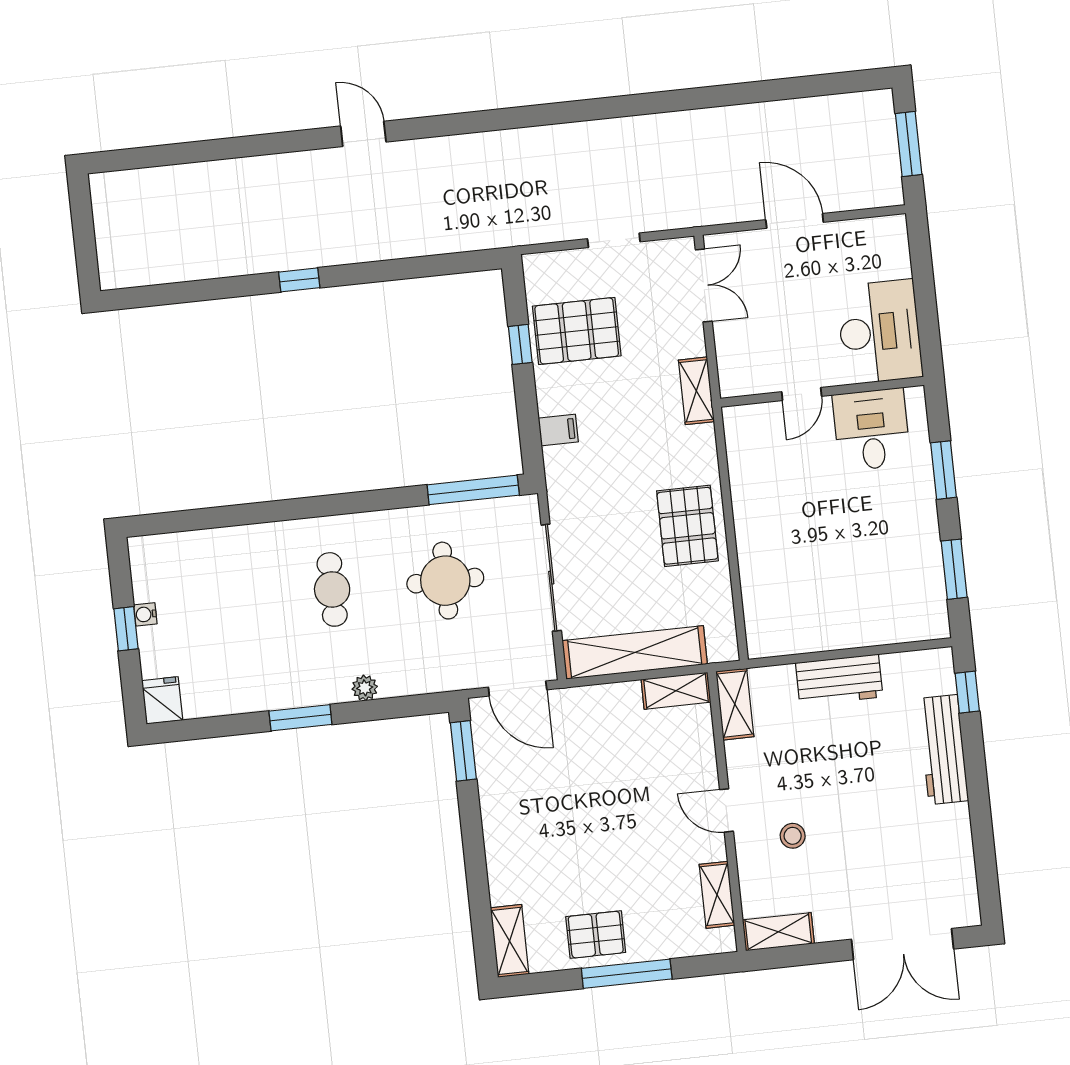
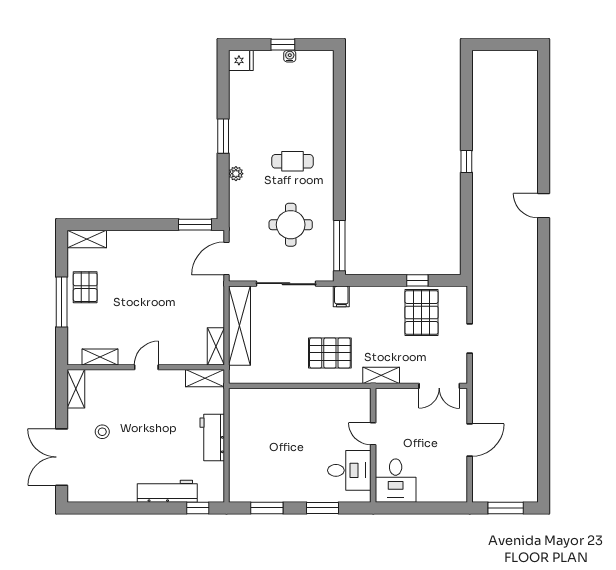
door: (363, 134) -> (544, 206), swing flipped
desk: (879, 332) -> (396, 481), width x0.73
filing cabinet: (558, 430) -> (341, 296), moved
pallet: (687, 526) -> (330, 353), moved
stool: (793, 836) -> (102, 432), moved

